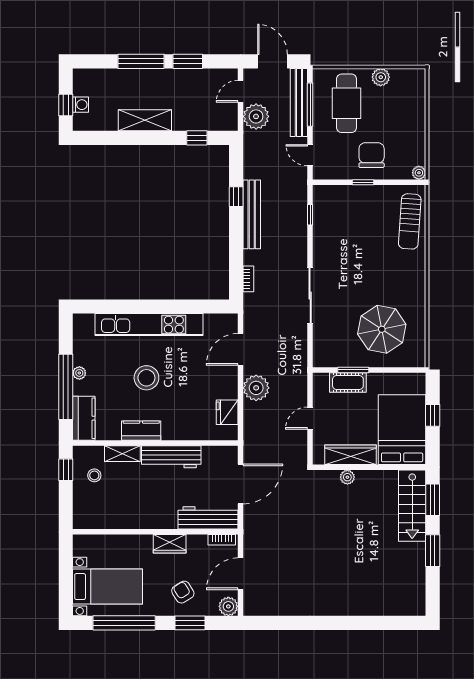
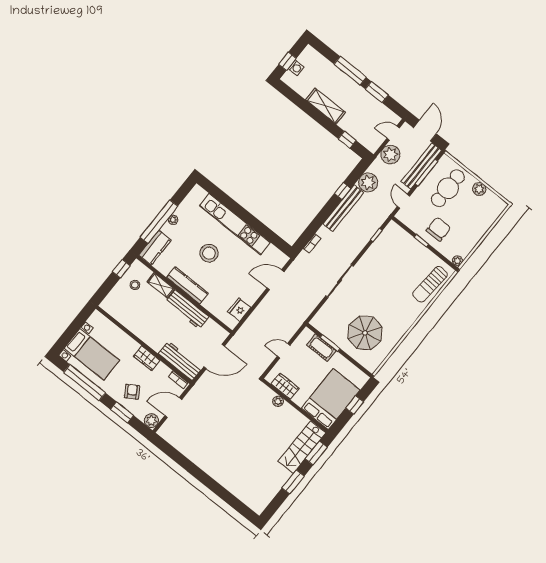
plant: (256, 388) -> (368, 182), moved
kitchen counter: (141, 431) -> (187, 285), width x1.50
wardrobe: (350, 455) -> (285, 386), width x0.67

